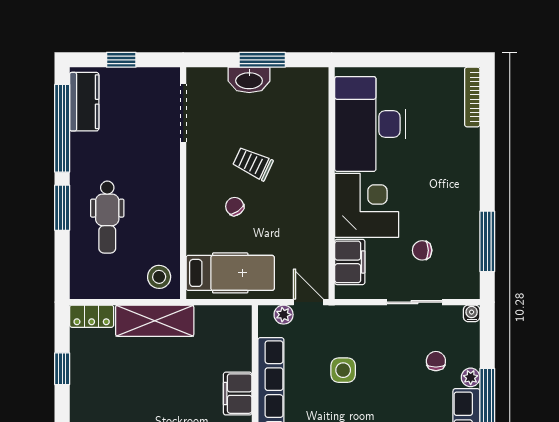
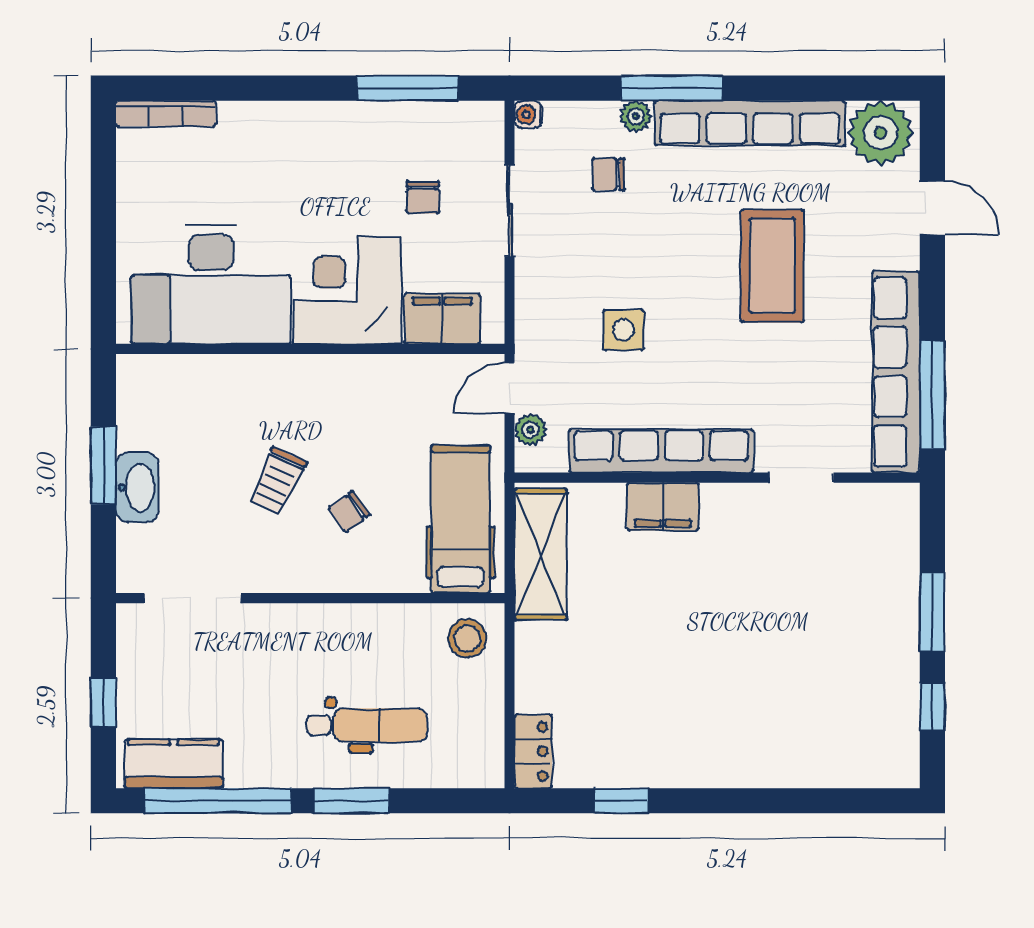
shelving: (155, 321) -> (541, 554), moved

